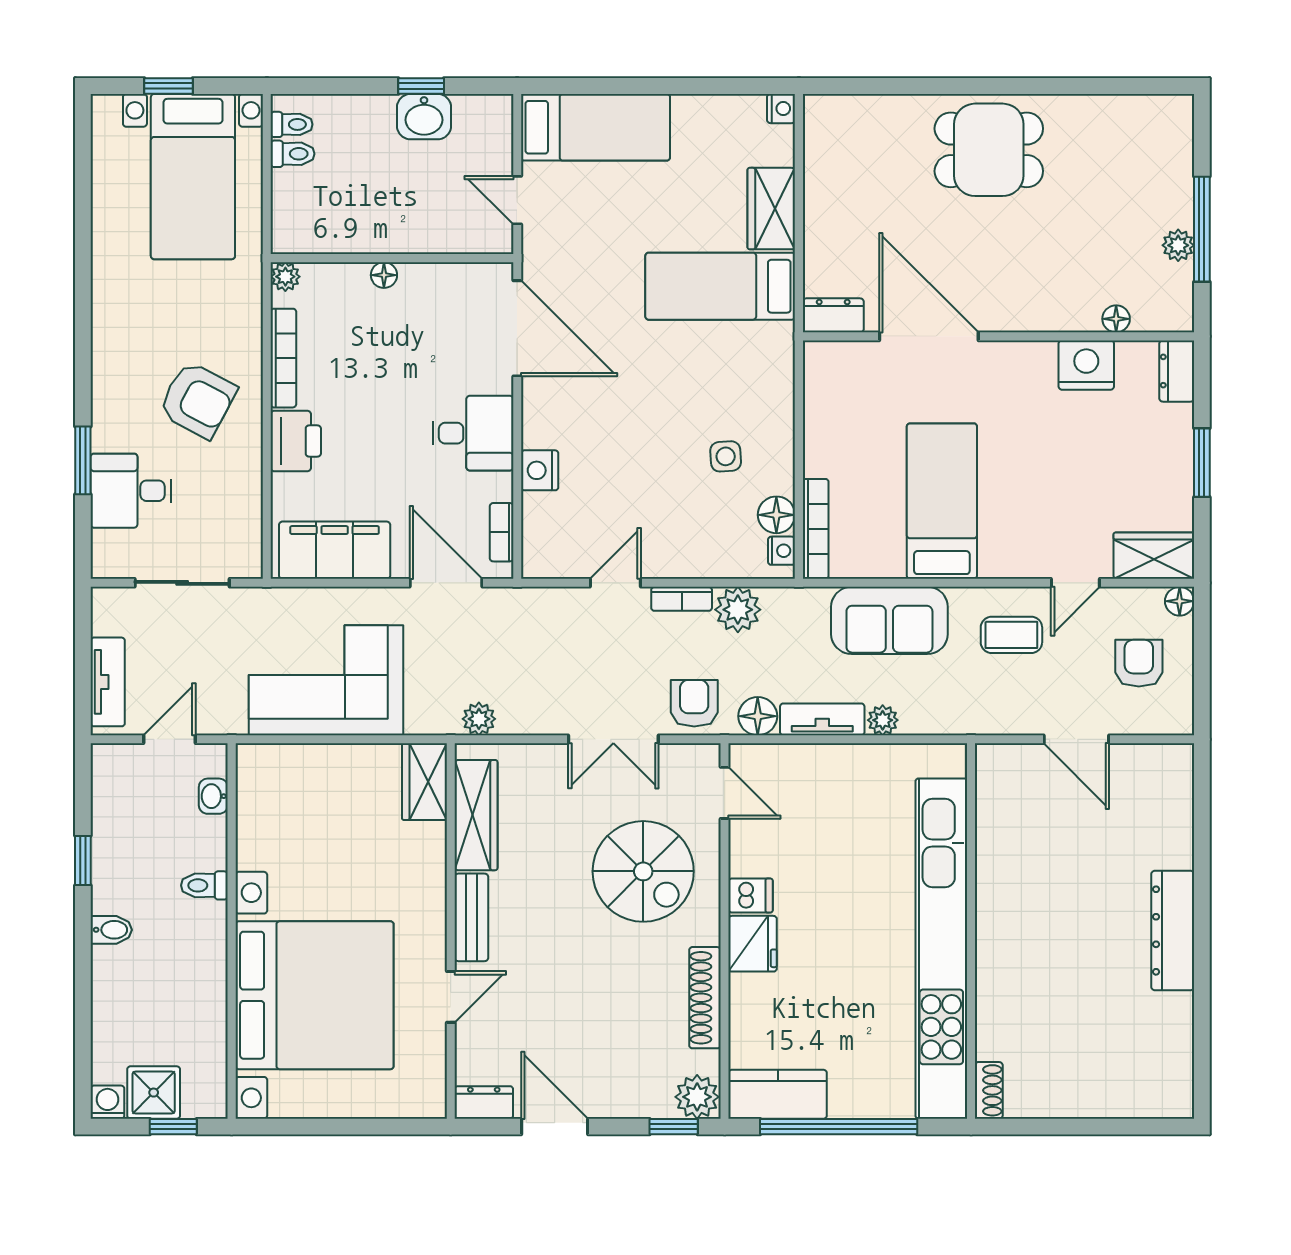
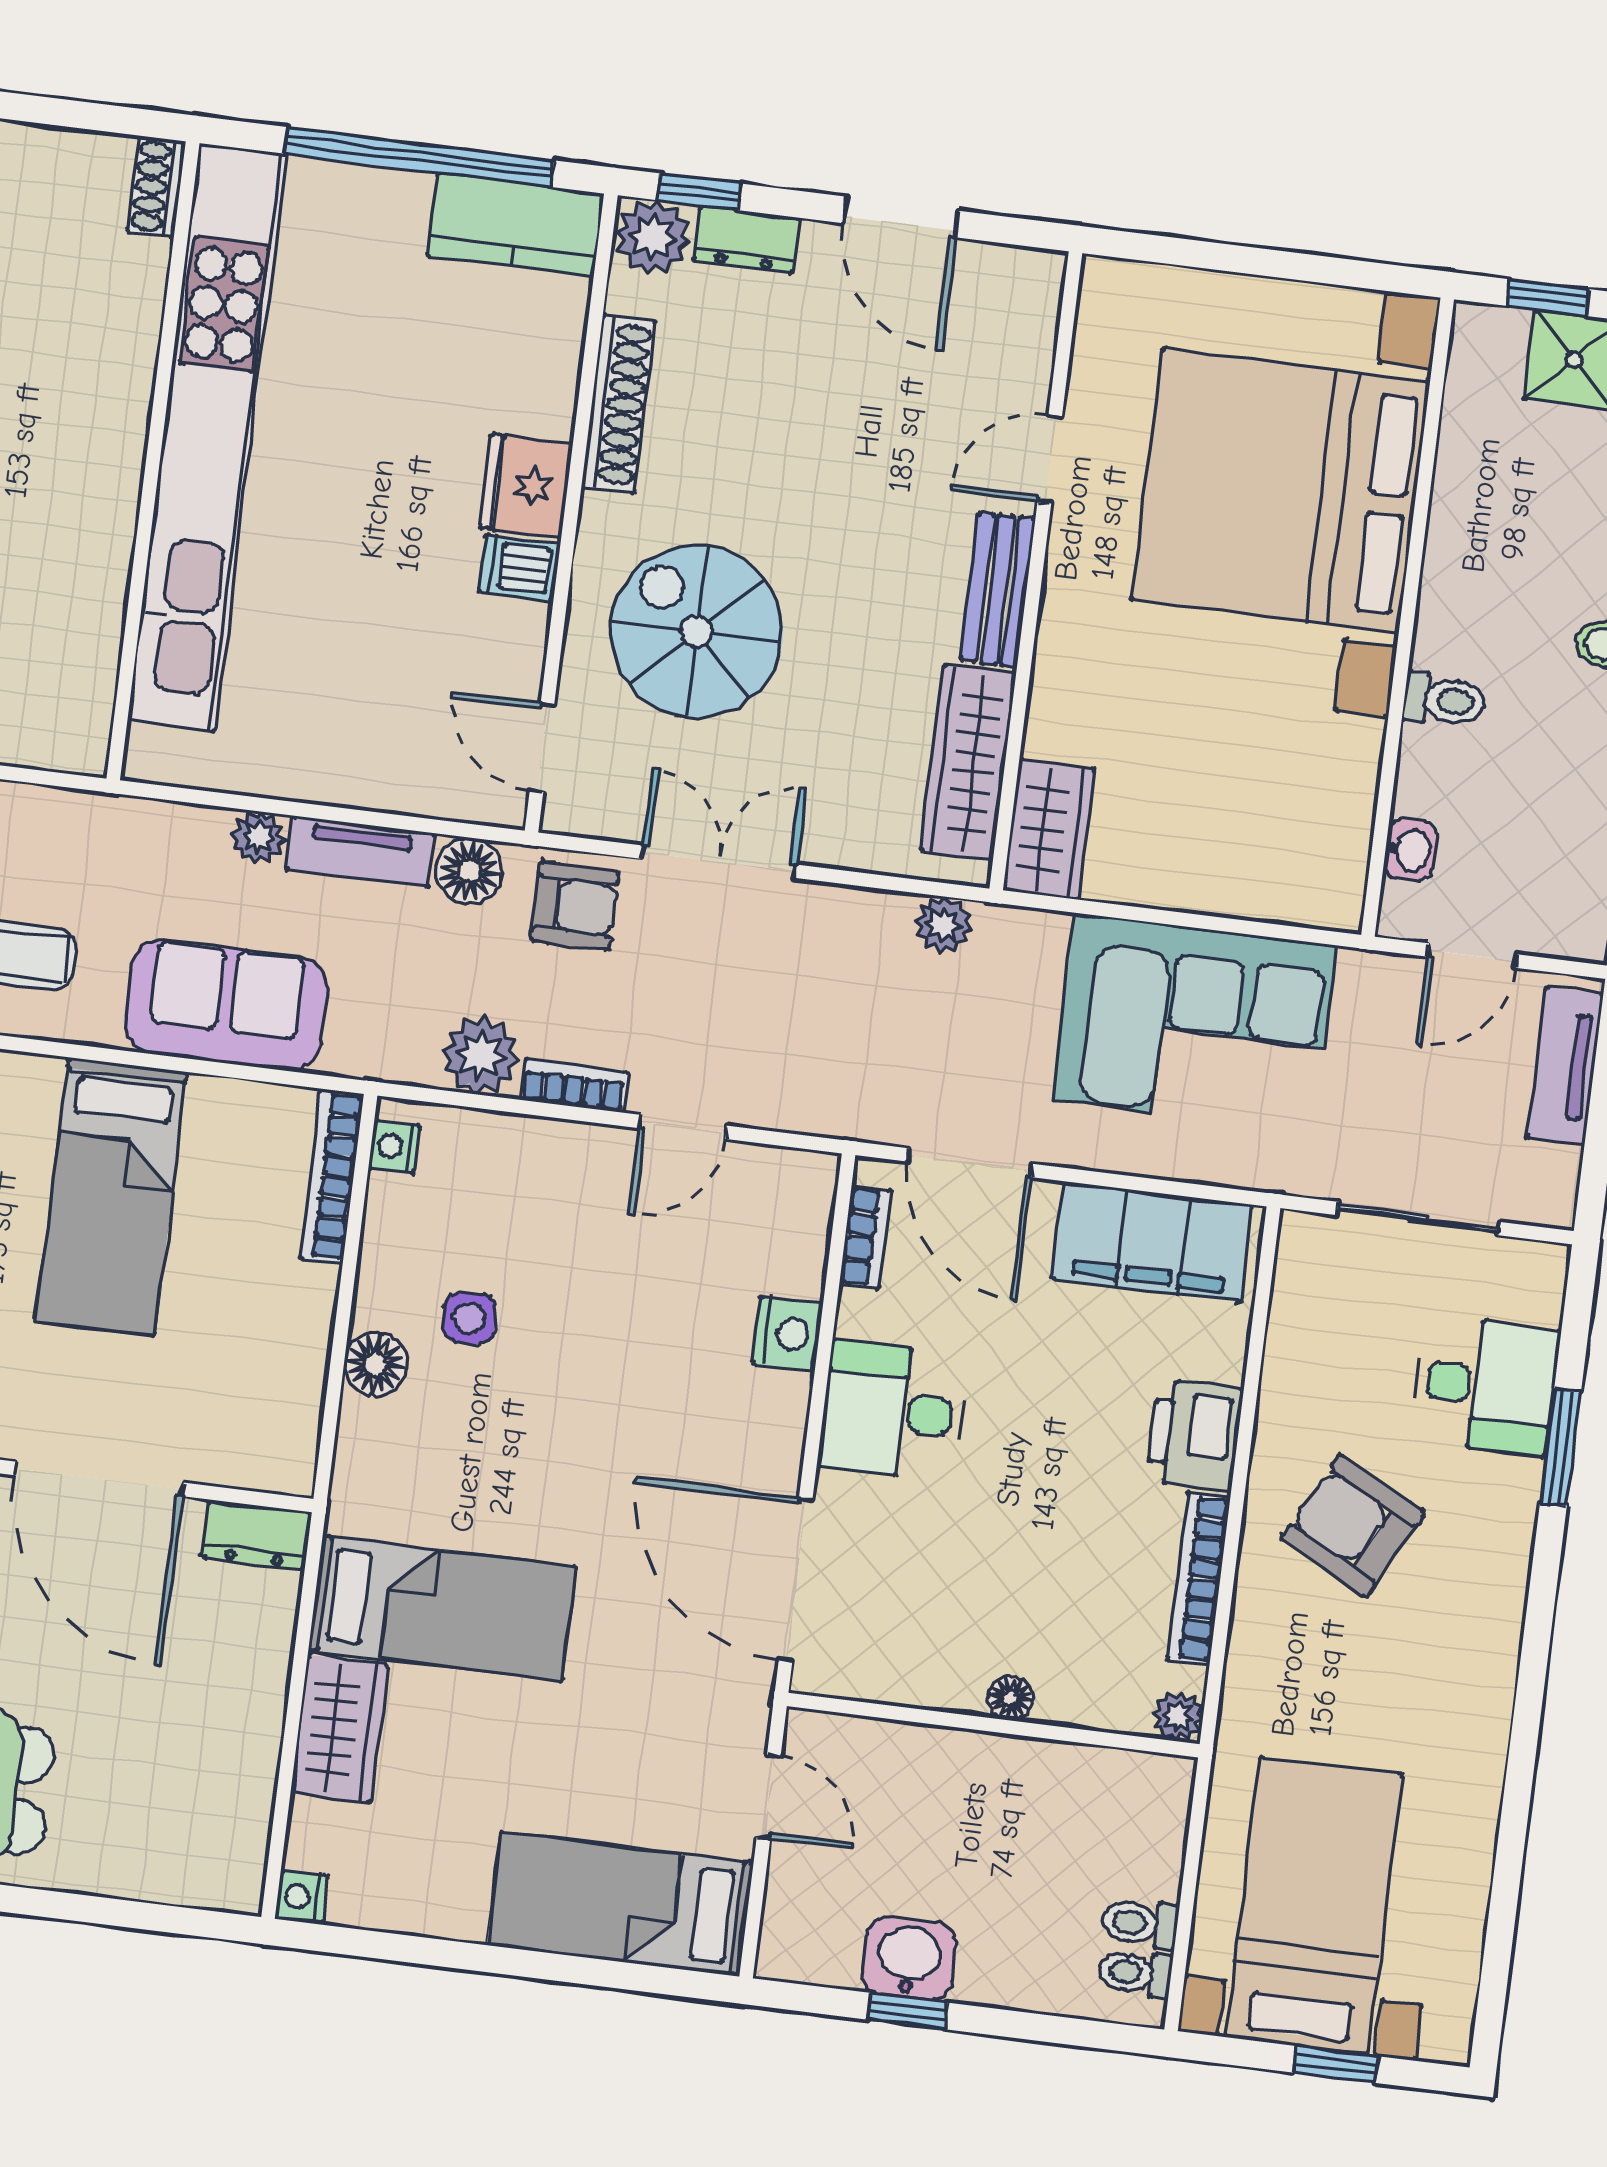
floor lamp: (776, 515) -> (376, 1364), moved
armchair: (694, 703) -> (575, 906), turned -90
dresser: (484, 1102) -> (746, 239), moved

